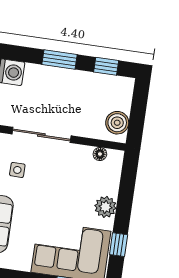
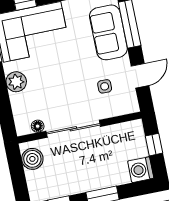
sliding door: (41, 135) -> (73, 129), moved

